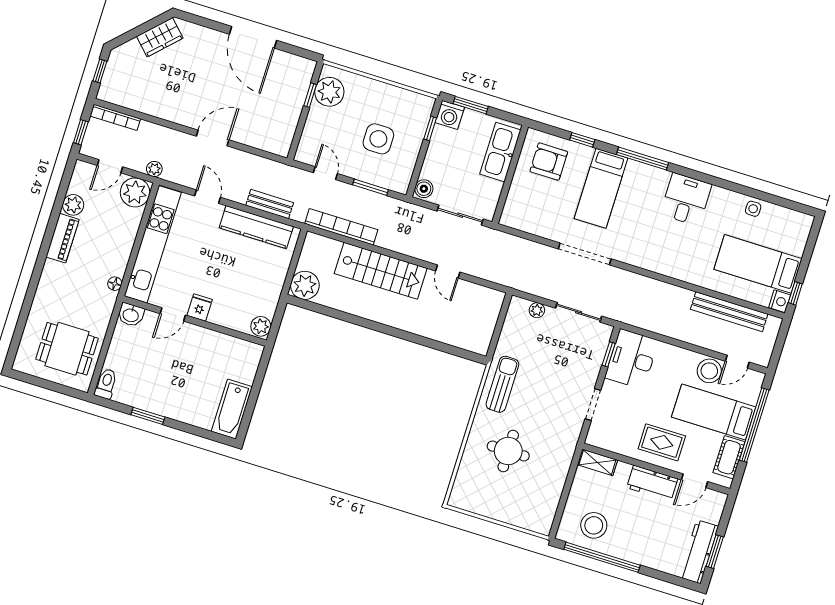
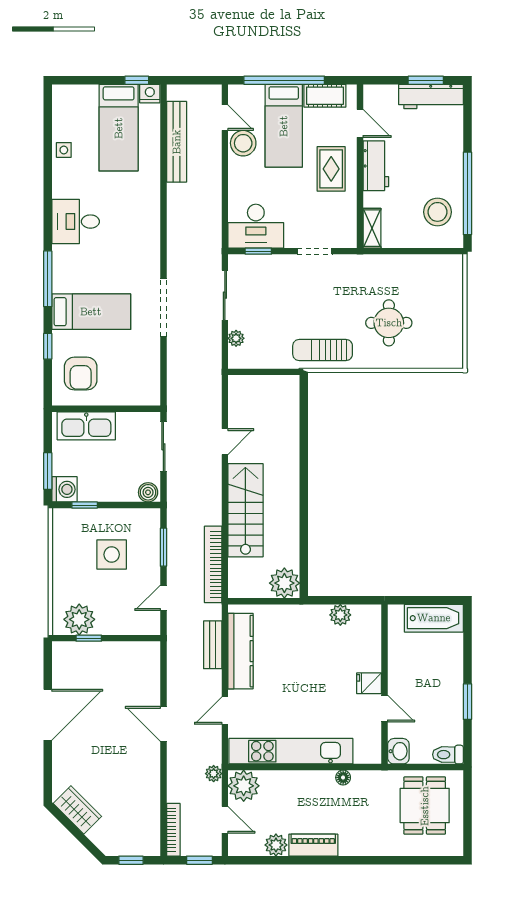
fridge: (200, 307) -> (369, 683), moved
door: (173, 314) -> (385, 708), moved
washbasin: (131, 315) -> (398, 751), moved
wall: (195, 321) -> (385, 684), moved

